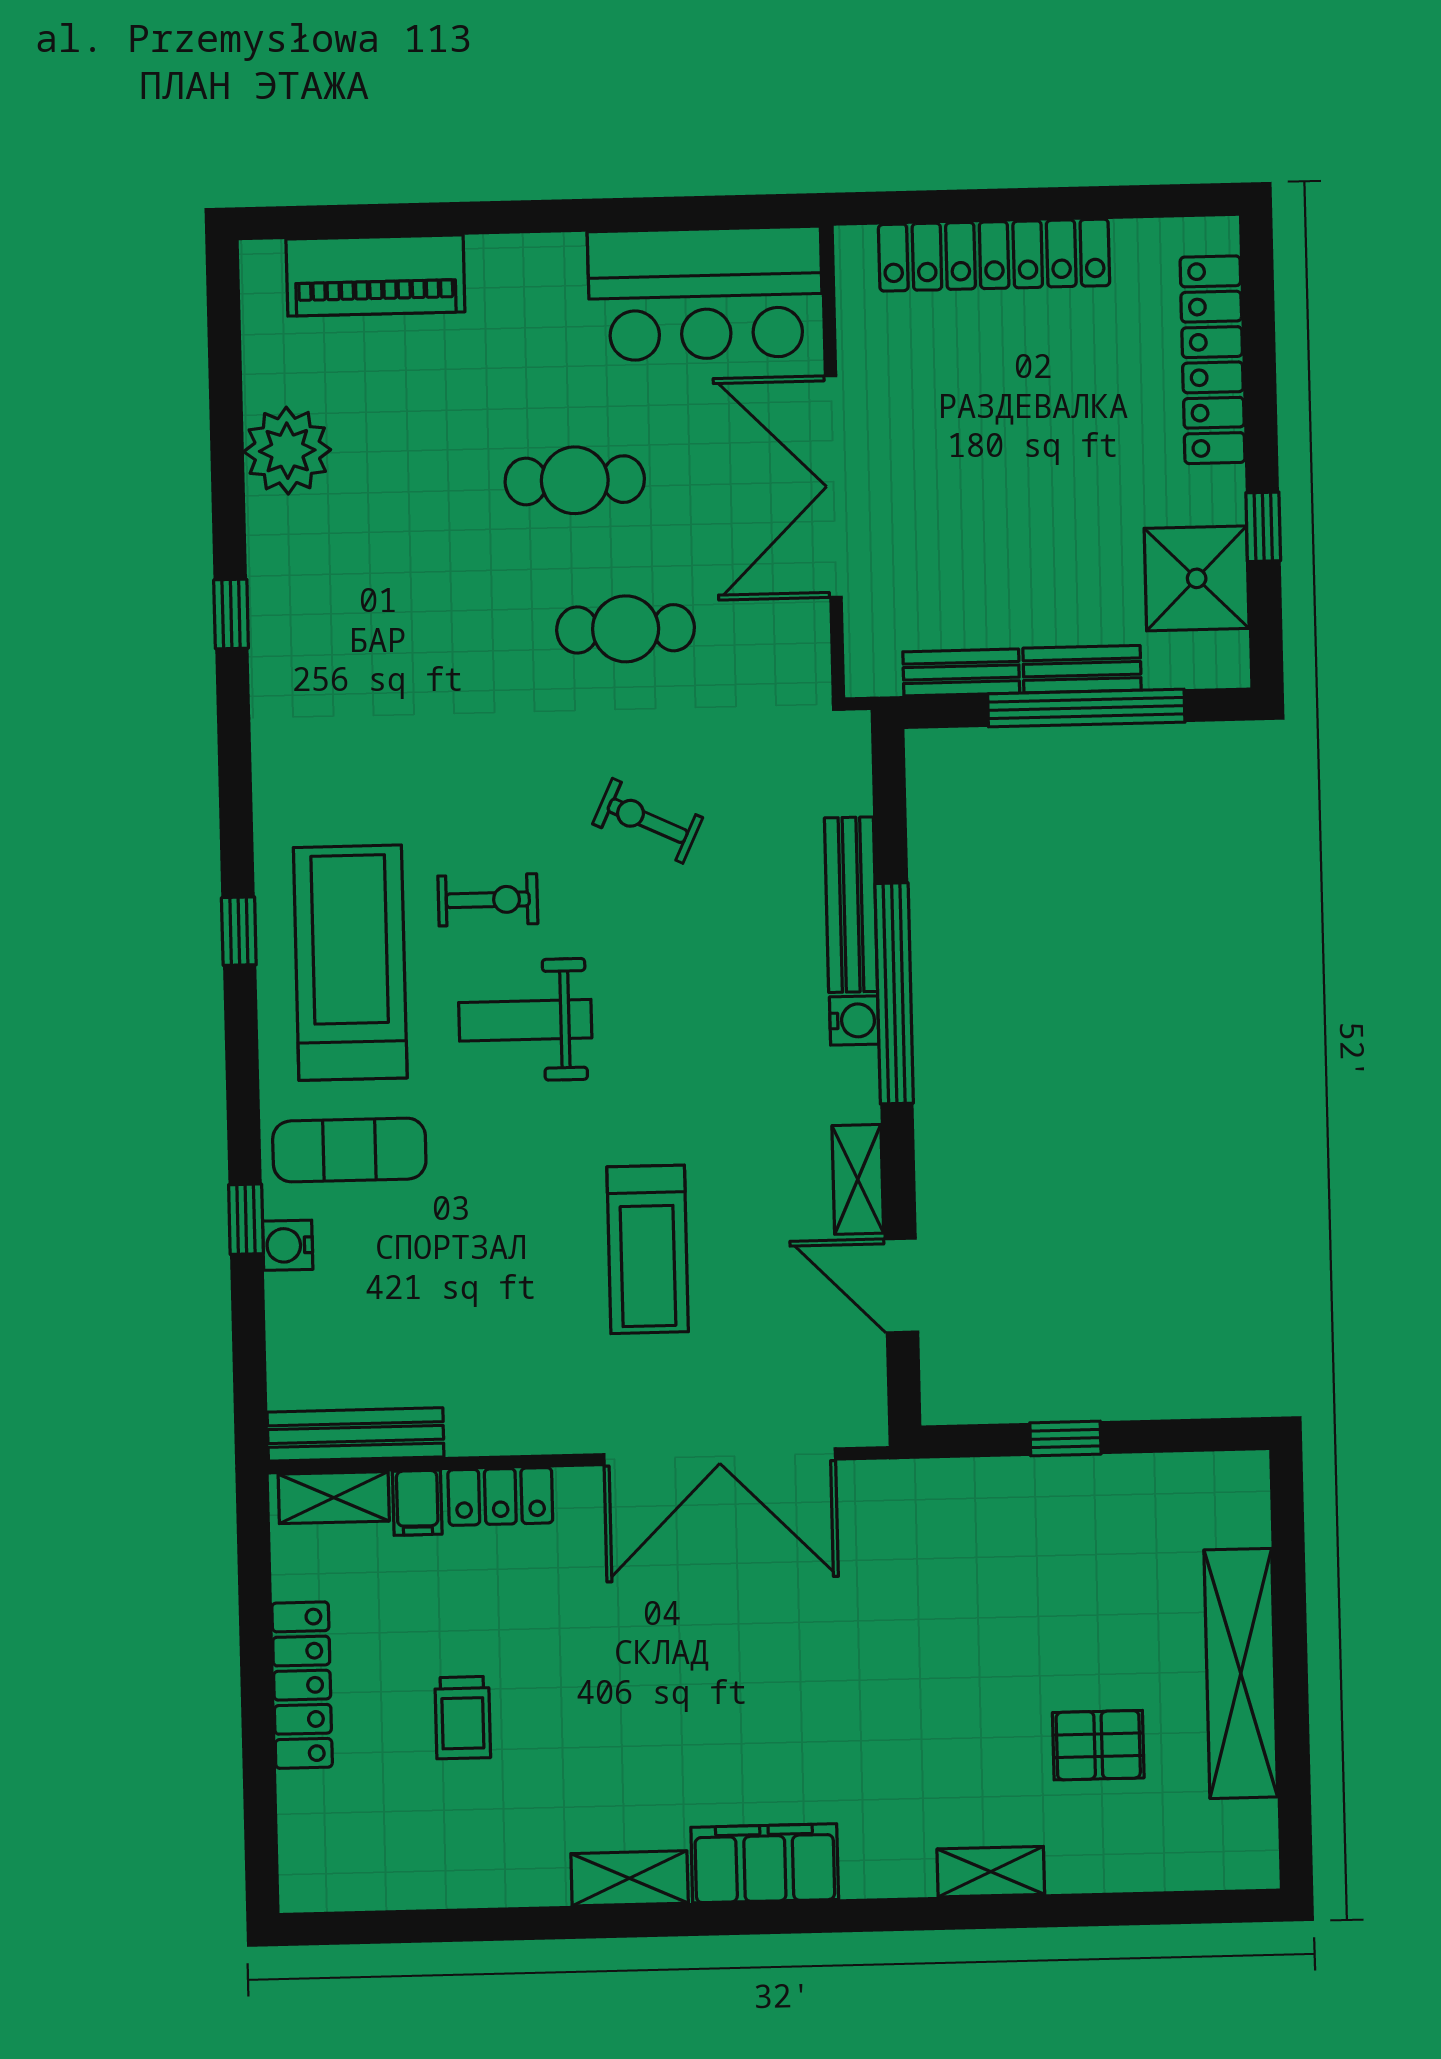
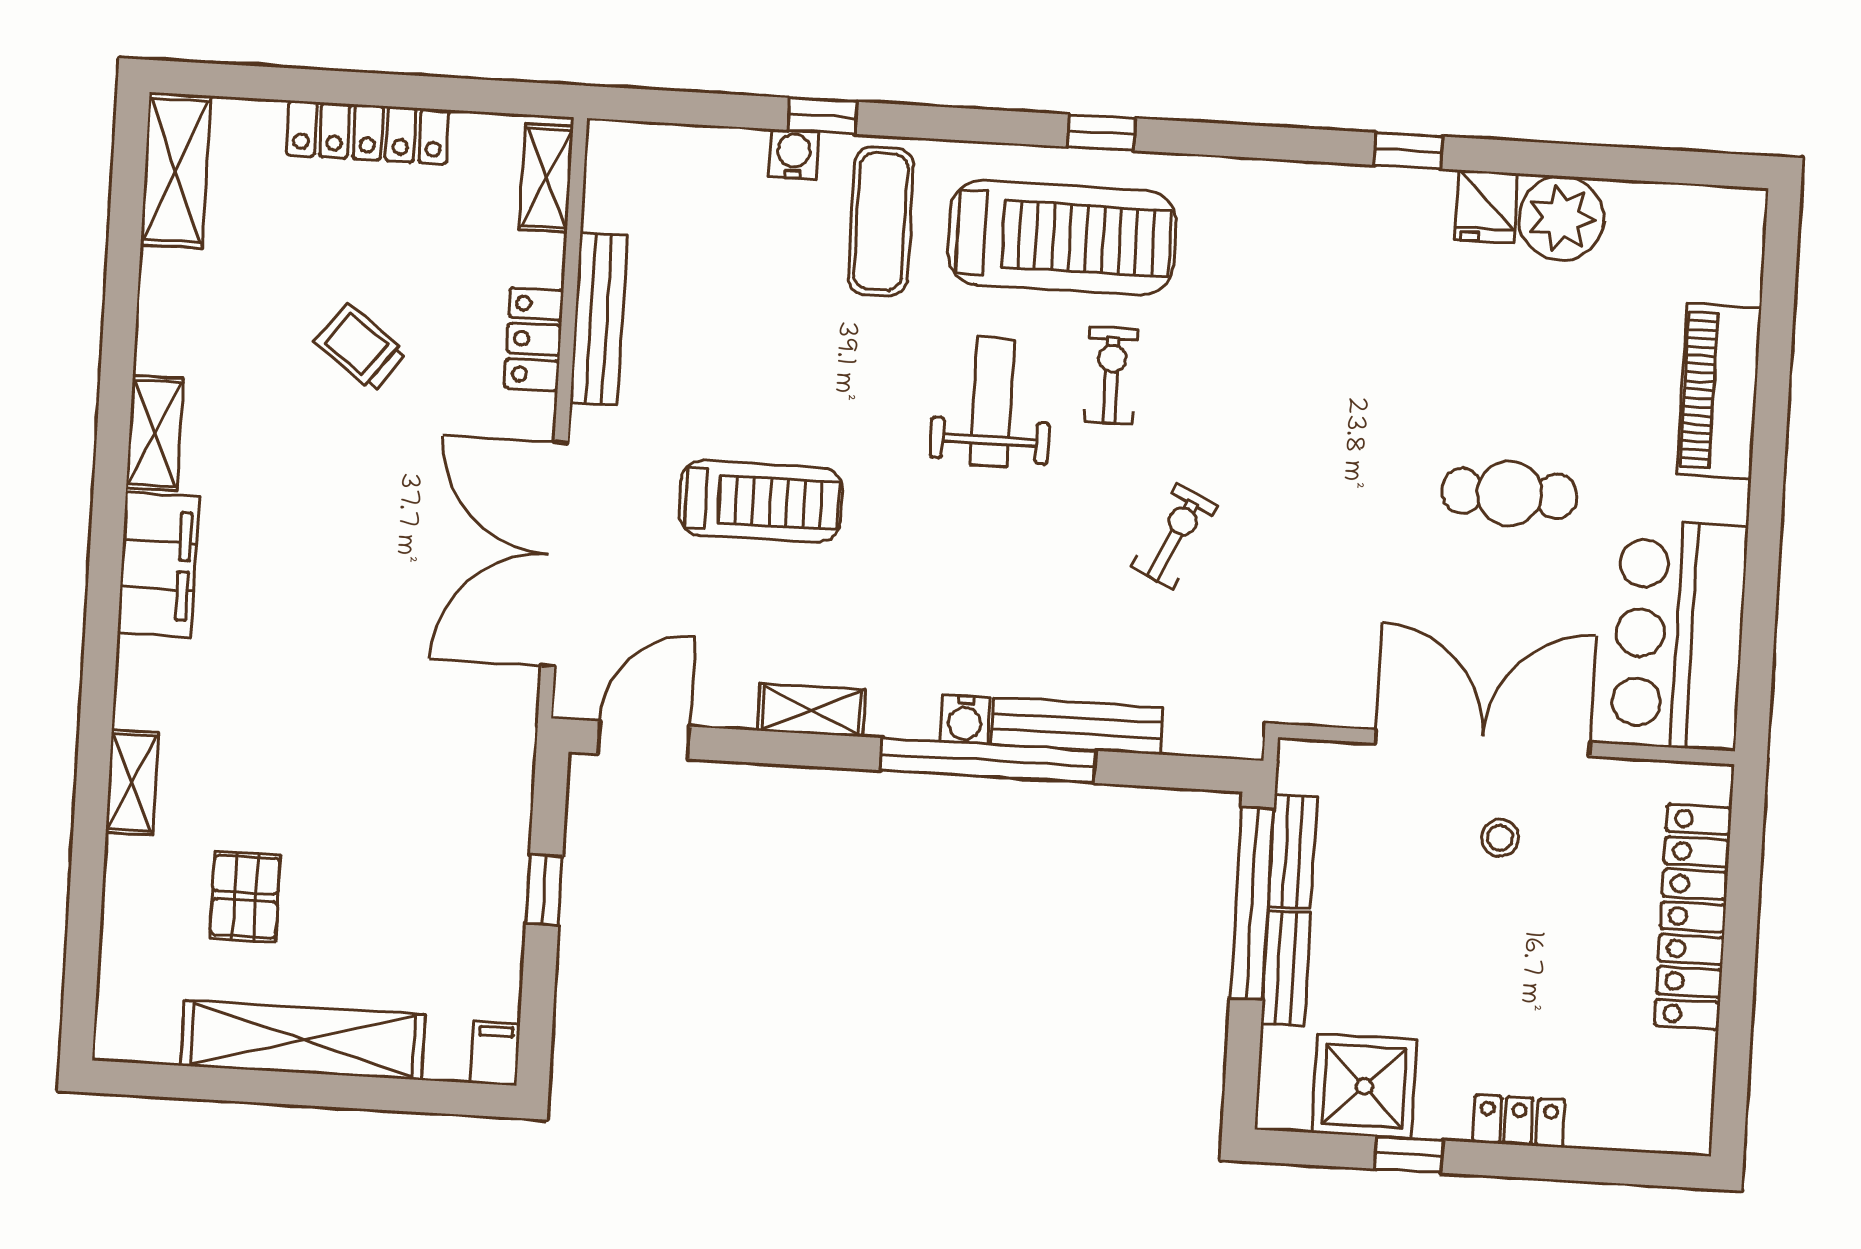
piano: (375, 275) -> (1719, 391), moved
locker: (1213, 360) -> (1519, 1121), width x0.46, depth x0.83
stool: (930, 460) -> (1500, 838), added
cafe table: (575, 480) -> (1509, 494), turned 90
fridge: (282, 529) -> (1486, 206), added
cafe table: (626, 629) -> (1362, 531), removed
window: (1086, 708) -> (1252, 903), moved
exercise bike: (488, 900) -> (1111, 376), turned 180
treadmill: (648, 1249) -> (761, 502), turned 180
door: (901, 1285) -> (644, 740), moved
bench: (356, 1434) -> (599, 319), moved
filing cabinet: (417, 1503) -> (495, 1053), moved, turned 90
trolley: (463, 1718) -> (360, 347), moved, turned 37
shelving: (358, 1879) -> (176, 170), added

